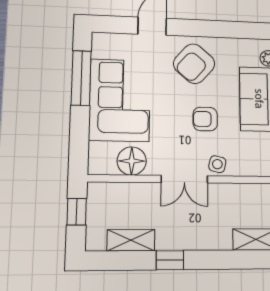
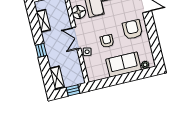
armchair: (194, 64) -> (132, 29), turned 49
window: (170, 260) -> (41, 50), moved

